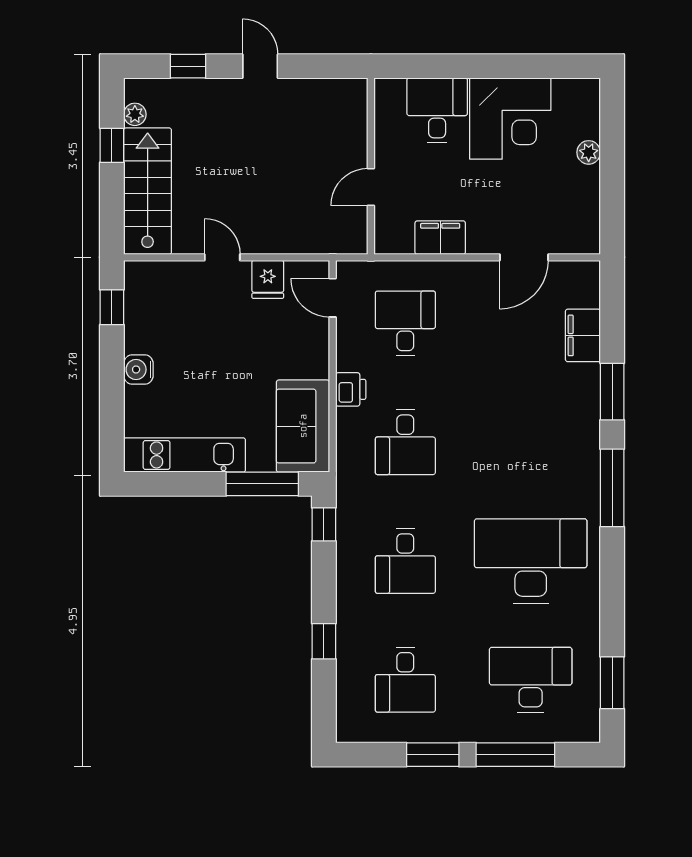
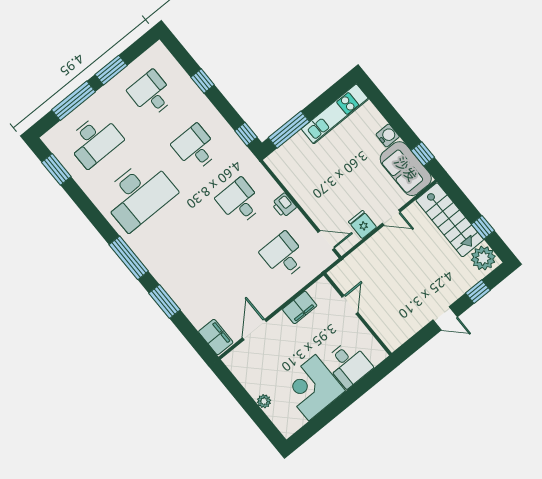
plant: (135, 114) -> (483, 258), width x1.88, depth x1.88
desk: (405, 323) -> (284, 256), turned 180
filing cabinet: (583, 335) -> (216, 337), moved
sofa: (303, 426) -> (406, 169), moved, turned 180

